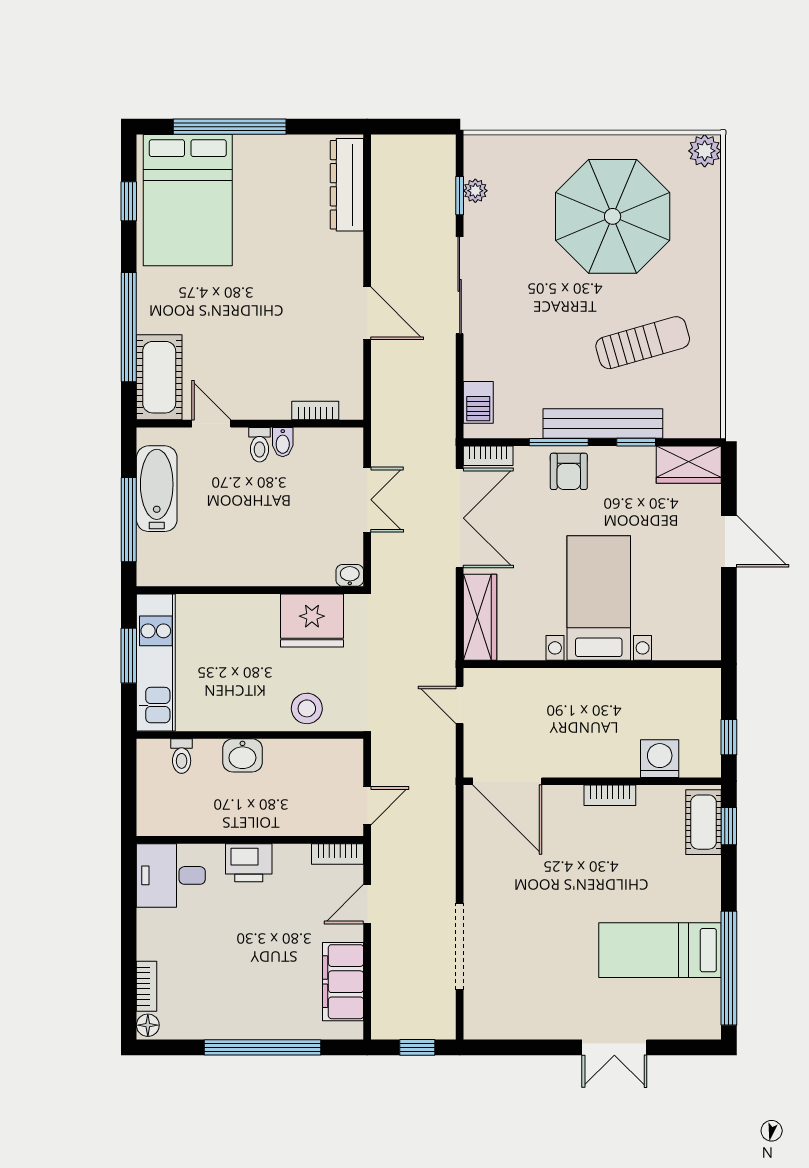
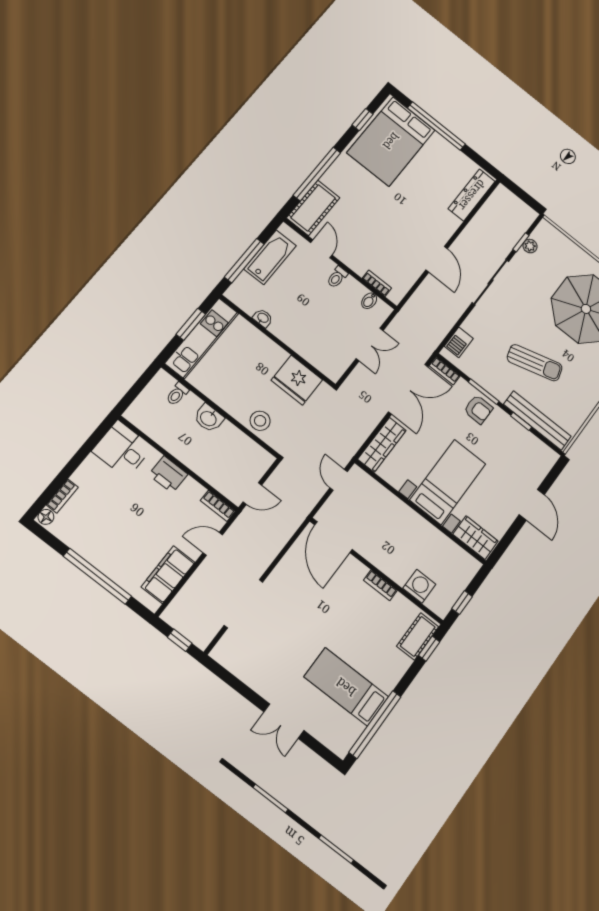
sun lounger: (643, 343) -> (535, 363), moved
bench: (603, 423) -> (537, 420), moved
bidet: (283, 442) -> (369, 301), moved
wardrobe: (689, 465) -> (475, 538), moved, turned 180
armchair: (569, 471) -> (478, 409), turned -90
washbasin: (350, 575) -> (263, 318), moved

